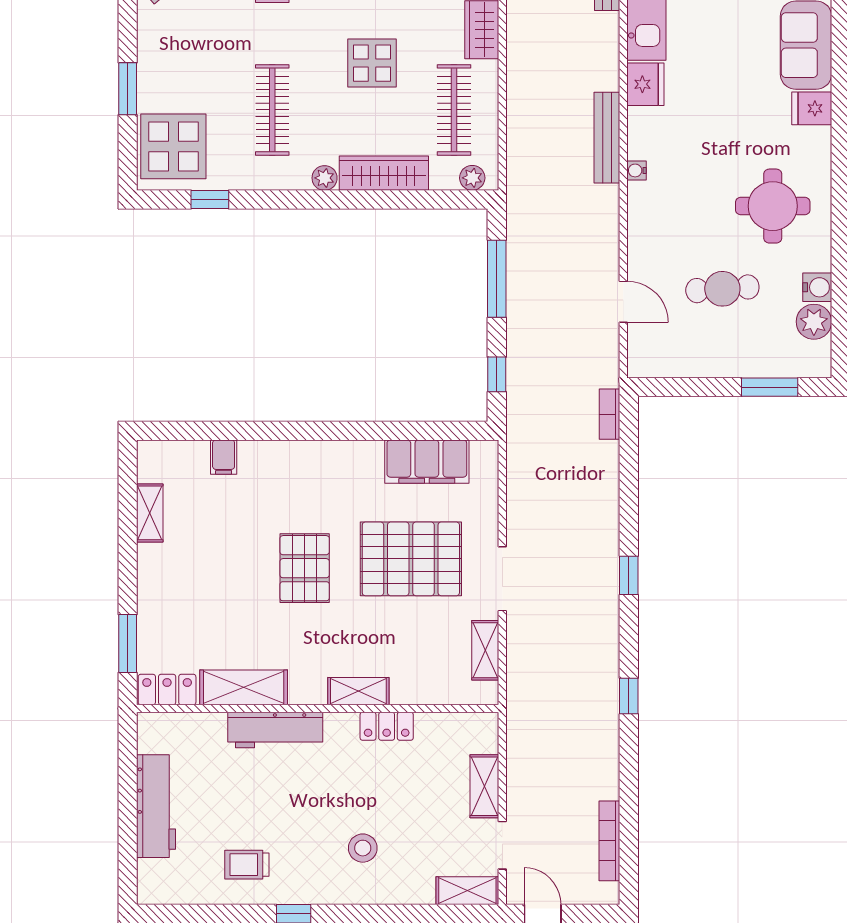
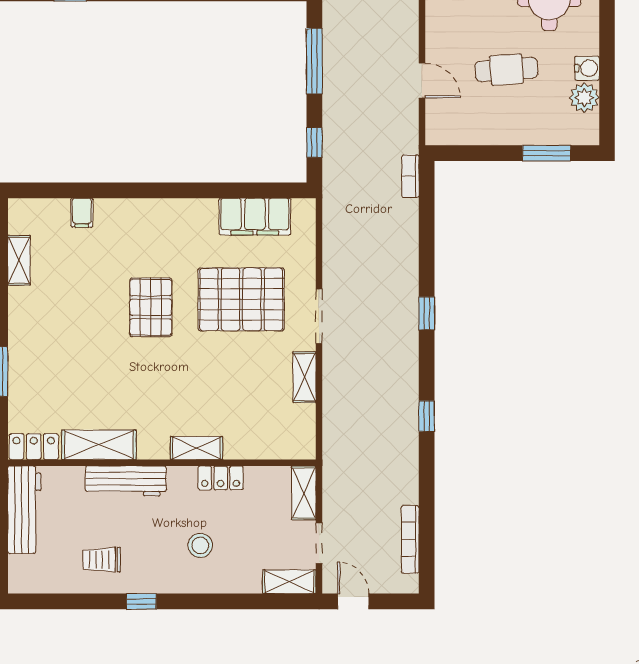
shelving: (244, 687) -> (99, 445), moved
locker: (167, 690) -> (34, 447), moved
shelving: (358, 691) -> (197, 448), moved
wall: (318, 709) -> (162, 463), moved
locker: (387, 726) -> (221, 478), moved
workbench: (275, 730) -> (126, 481), moved

